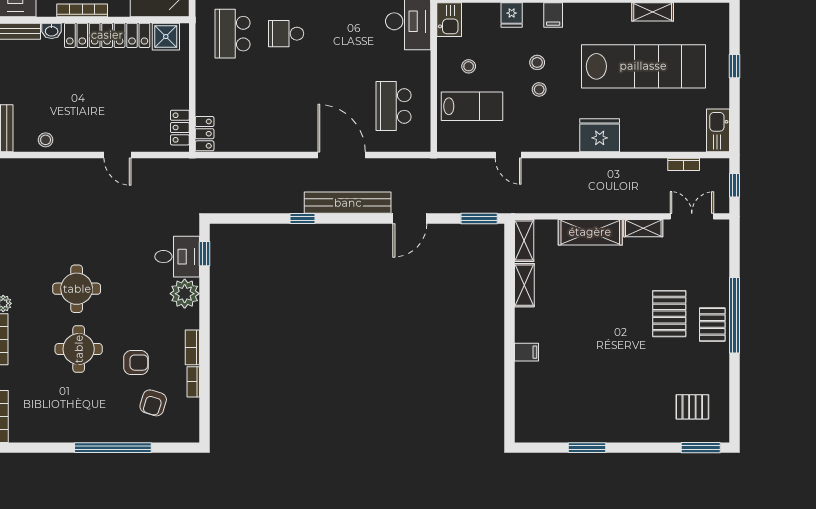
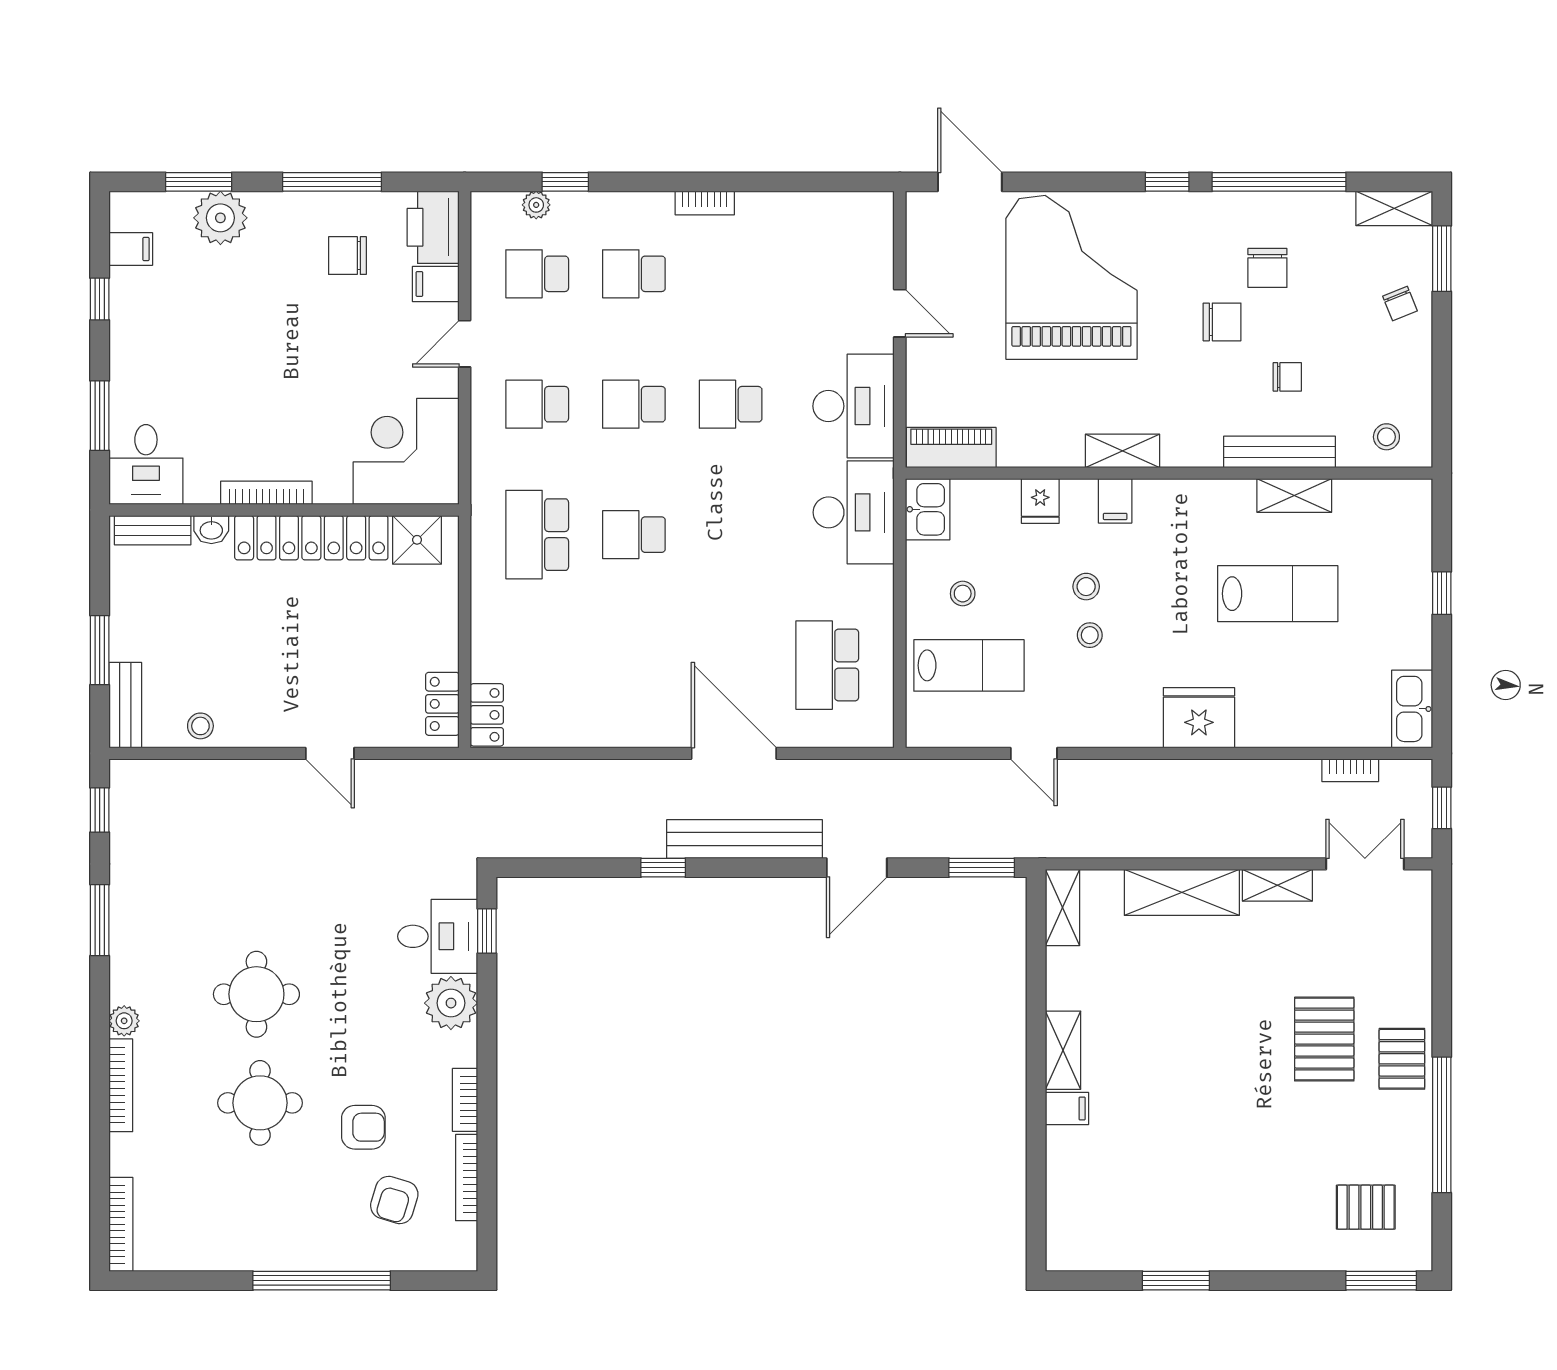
lab bench: (643, 66) -> (1278, 594), width x0.54, depth x0.72
shelving: (524, 285) -> (1063, 1050), moved
window: (734, 315) -> (1442, 1125), moved
bookcase: (193, 382) -> (467, 1178), width x1.56

